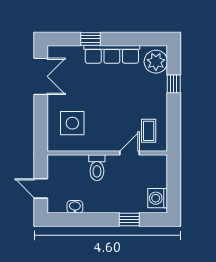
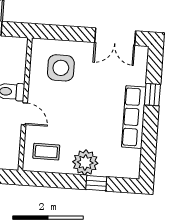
plant: (156, 62) -> (85, 162), moved
door: (129, 153) -> (24, 114), moved

